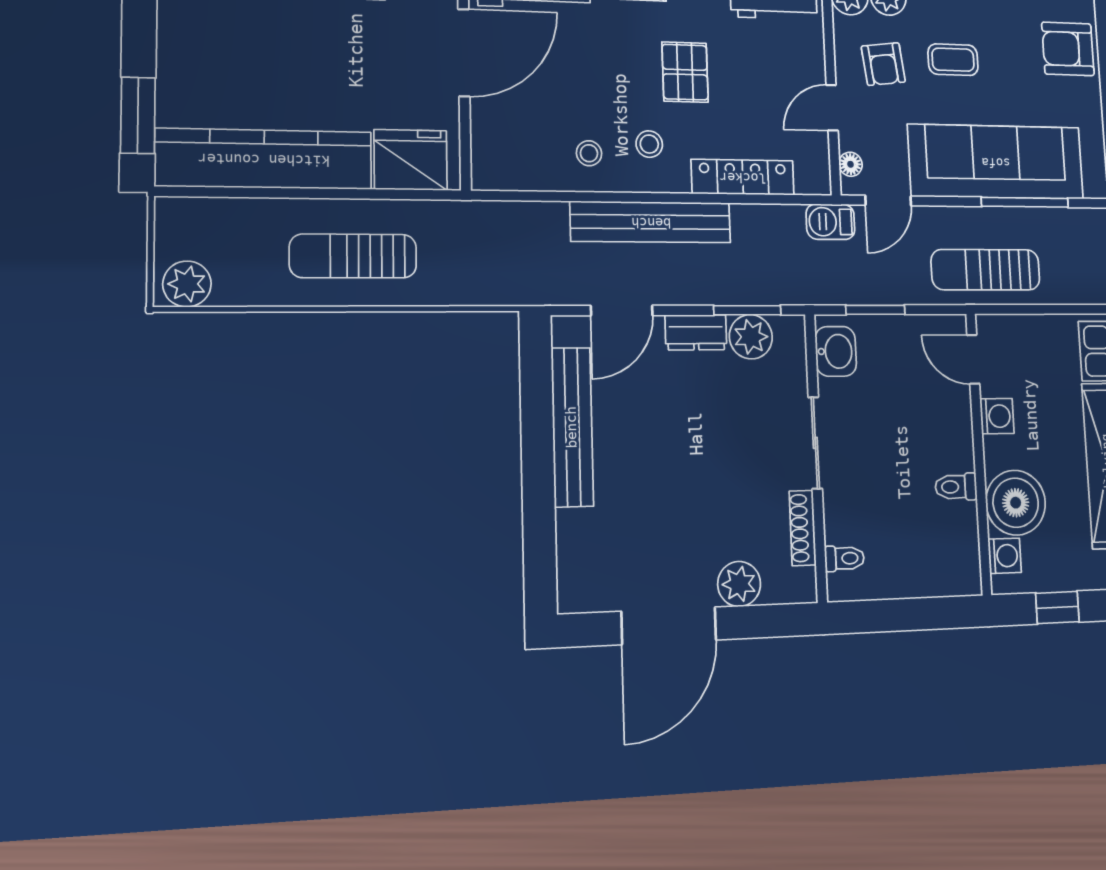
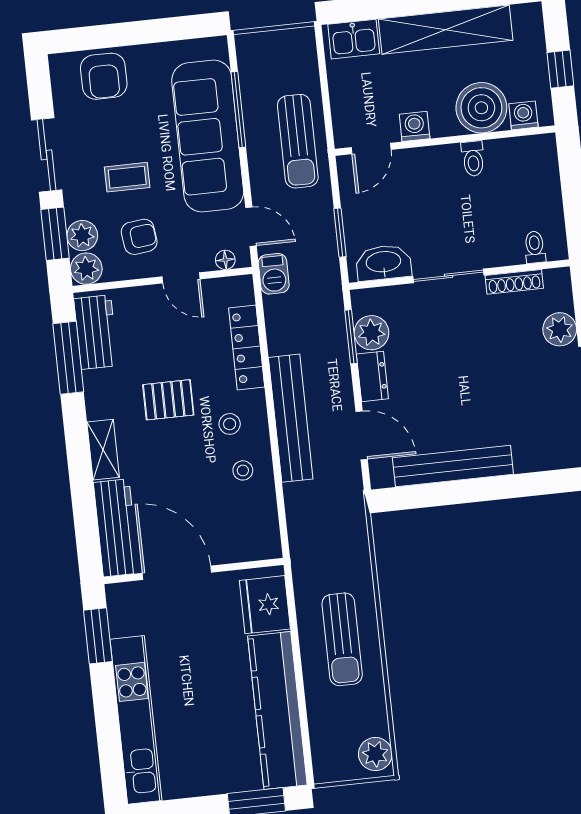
coffee table: (953, 60) -> (127, 177), turned 90
washbasin: (836, 351) -> (383, 263), width x1.38

